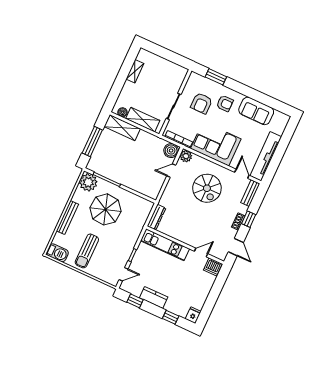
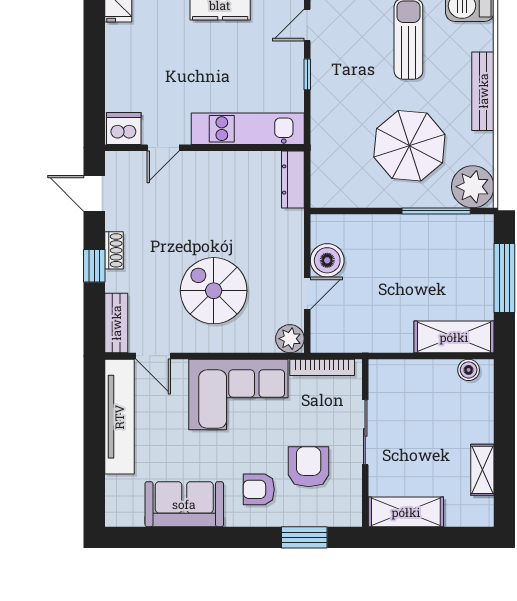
shelving: (143, 120) -> (406, 512), moved
boiler: (171, 151) -> (327, 260), moved

